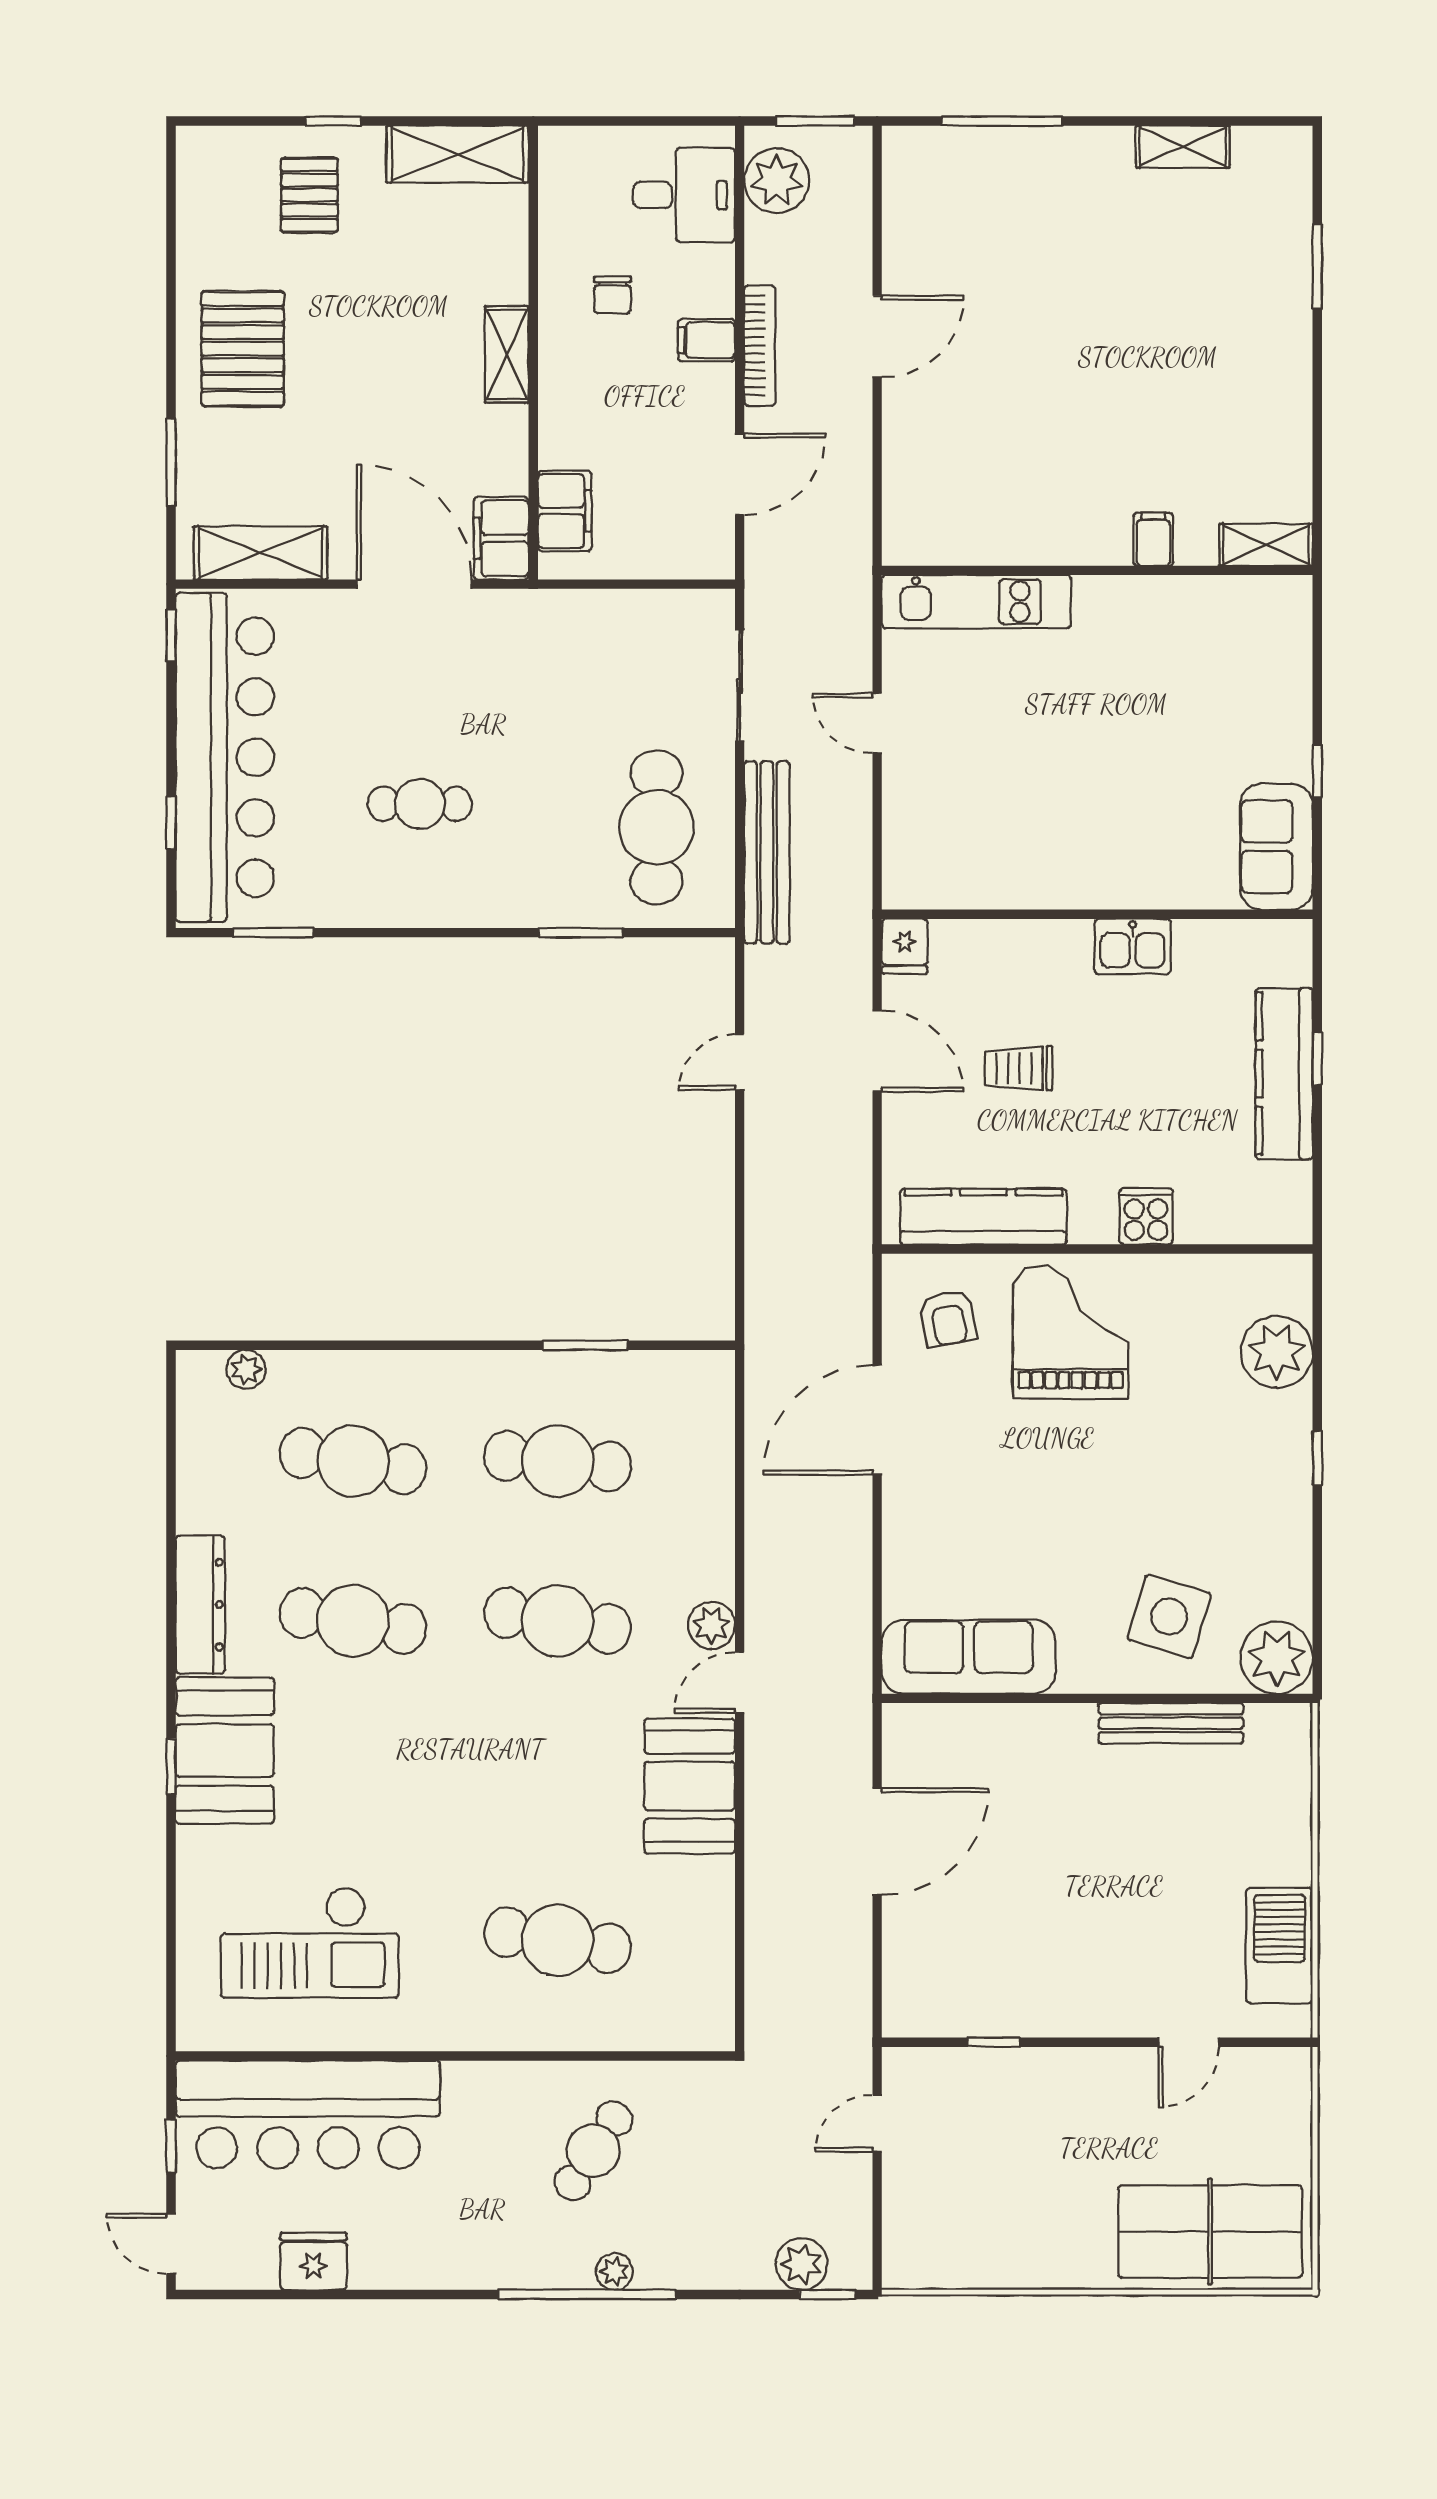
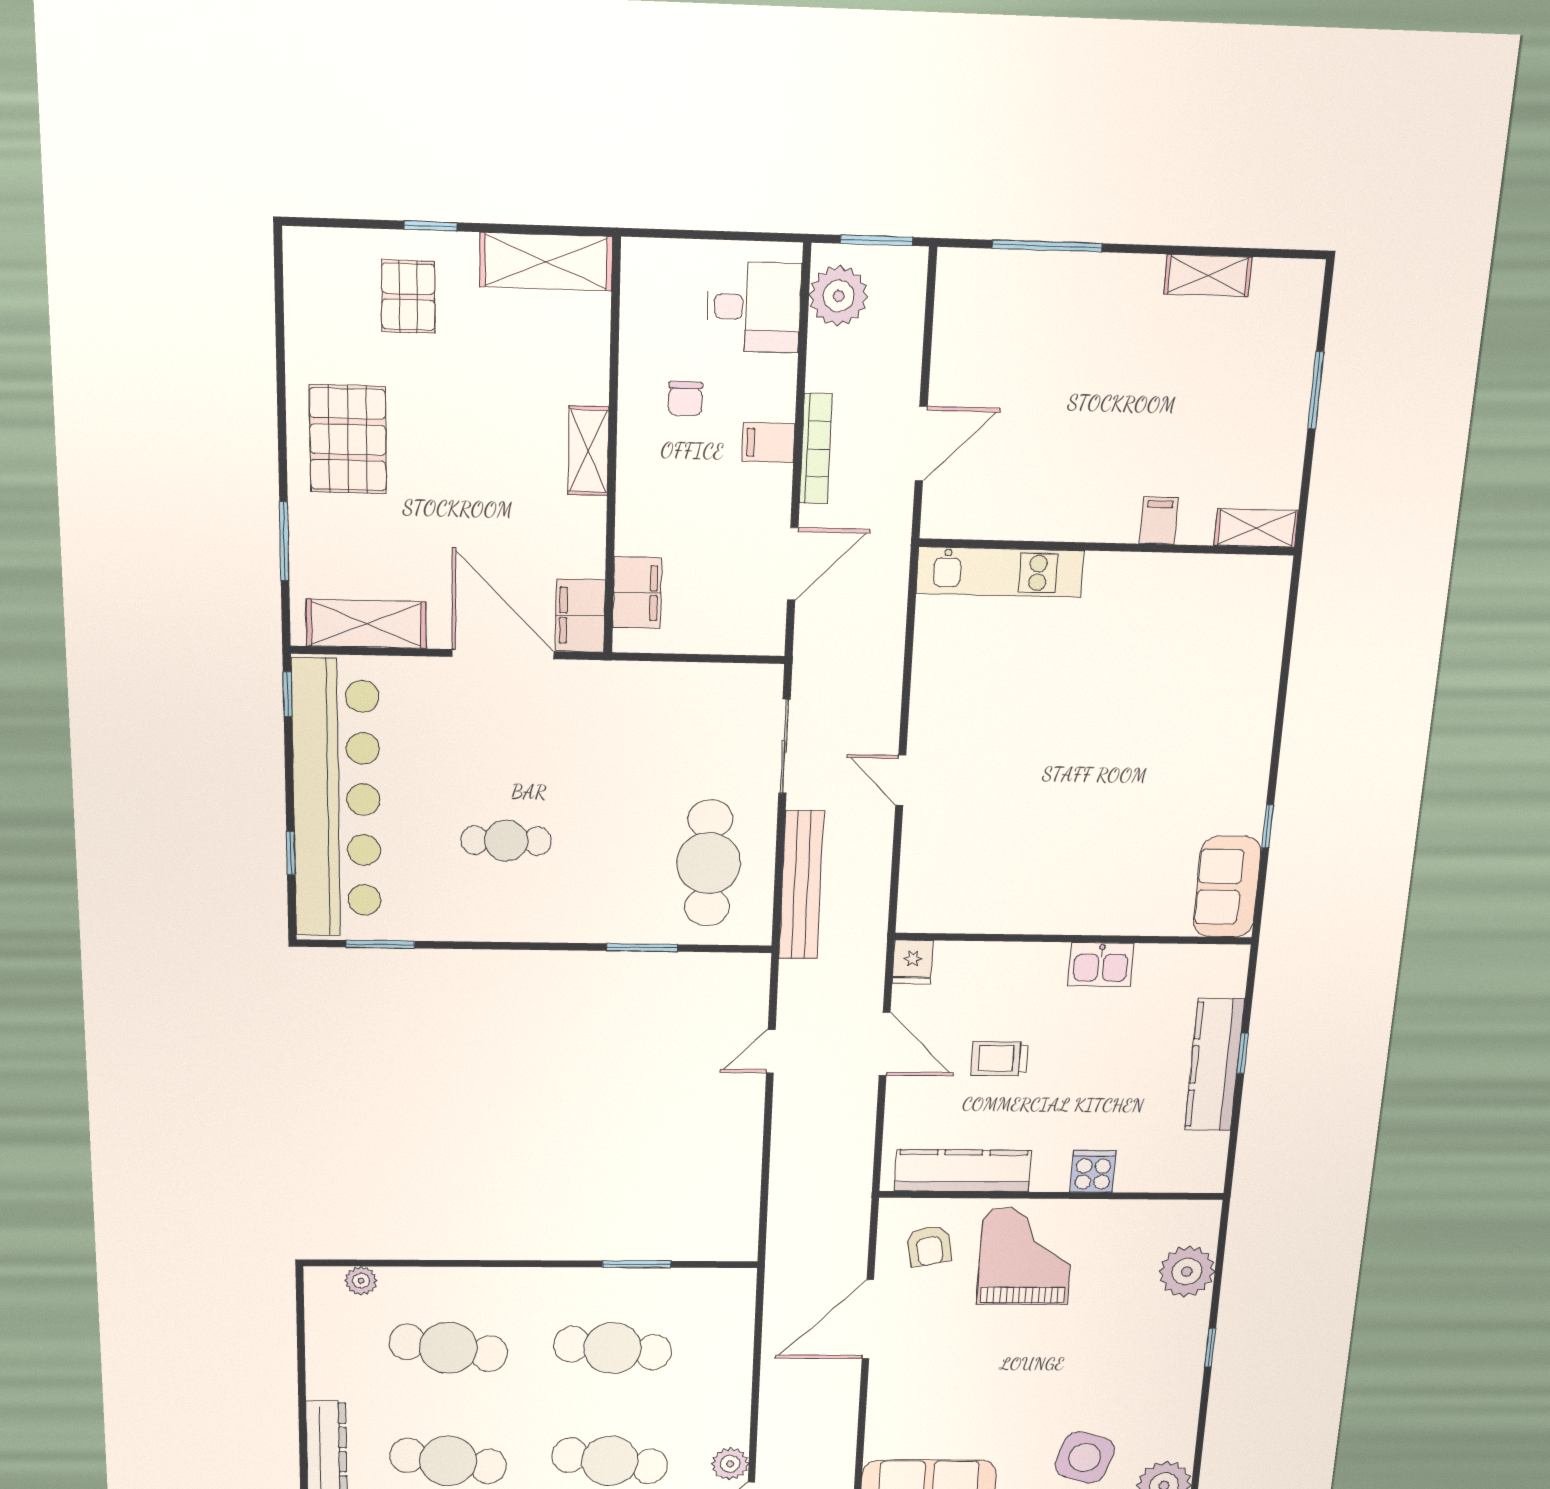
filing cabinet: (1153, 539) -> (1159, 521), moved
shelving: (1266, 545) -> (1256, 528), moved
wall: (1097, 570) -> (1108, 547), moved
kitchen unit: (976, 602) -> (1000, 572), moved

